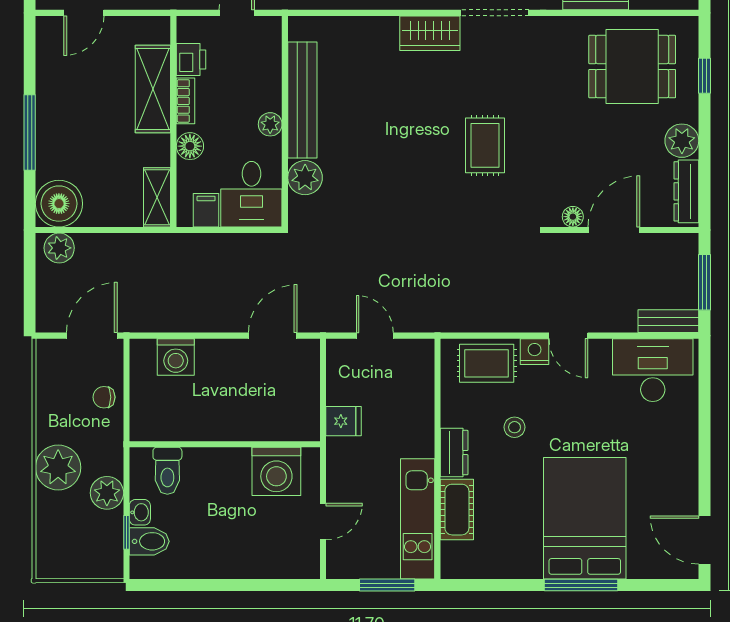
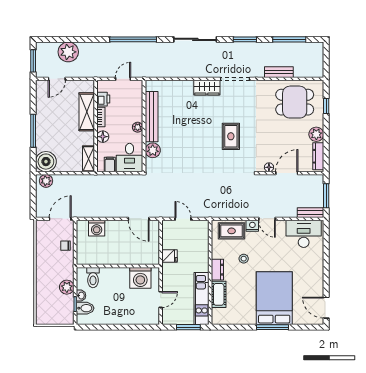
door: (273, 336) -> (139, 219), swing flipped
plant: (58, 467) -> (46, 276), removed

